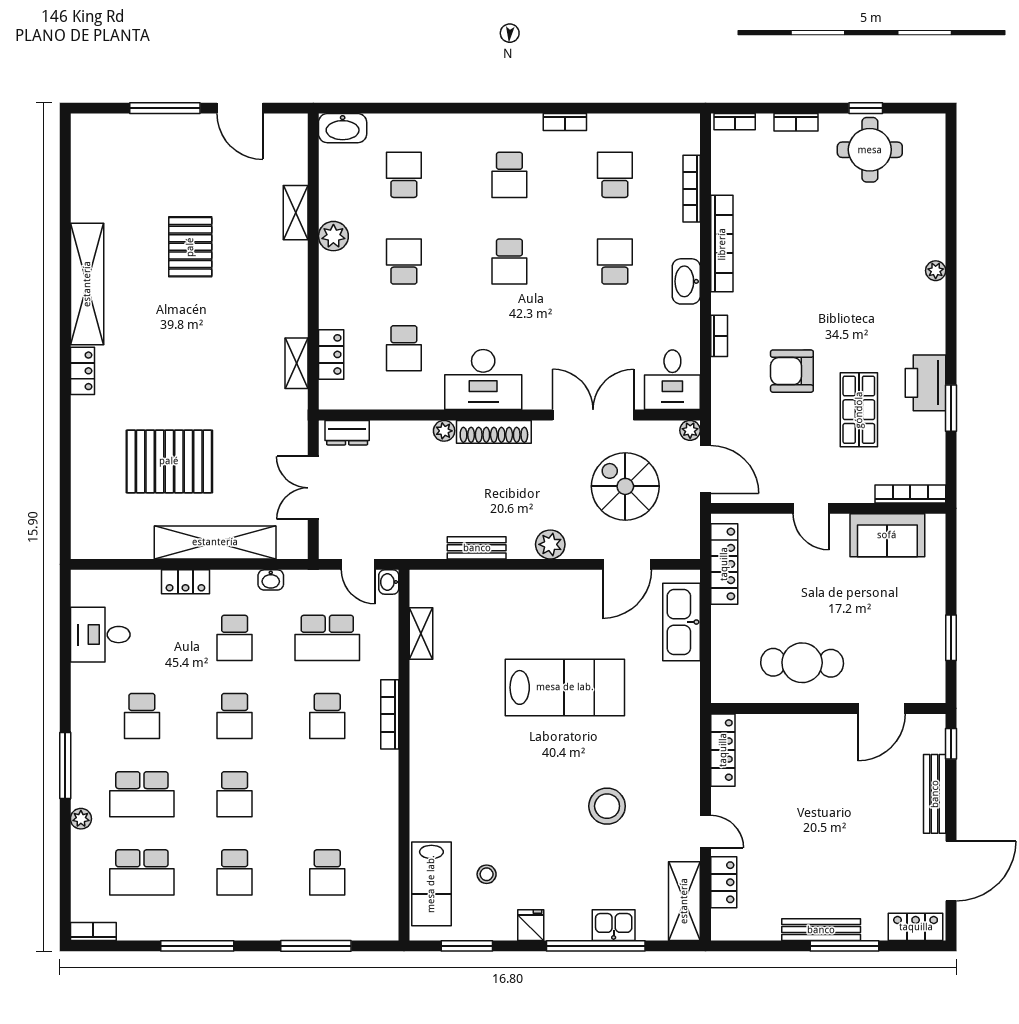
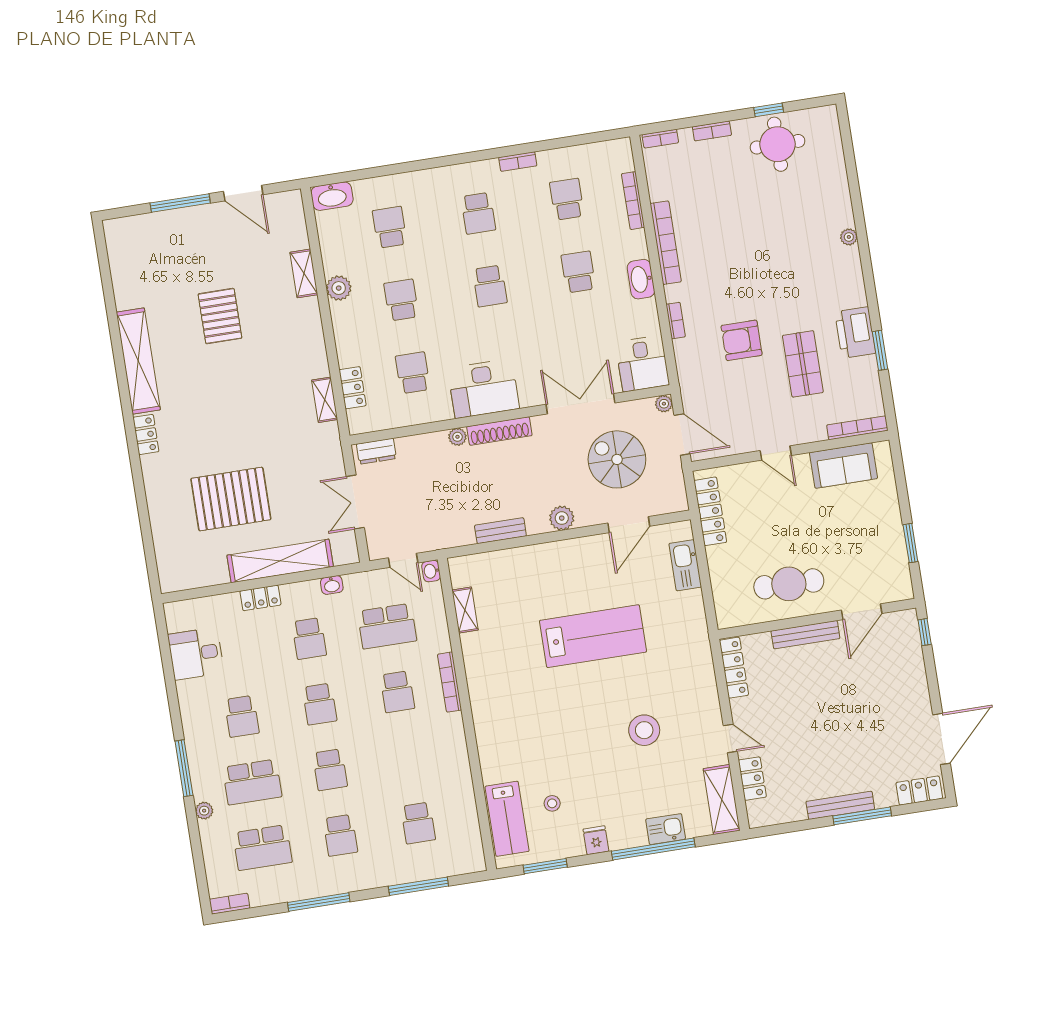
school desk: (404, 348) -> (413, 373), turned 180
kitchen sink: (682, 622) -> (685, 565), width x0.73, depth x0.81
bench: (935, 794) -> (805, 635), moved, turned 90

